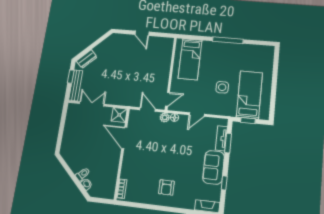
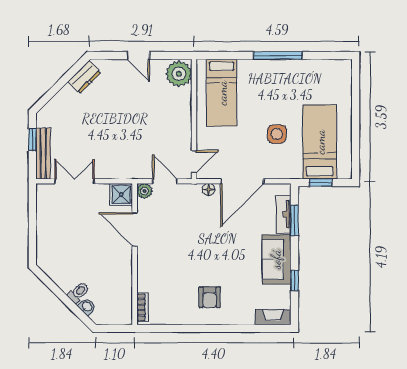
plant: (165, 46) -> (179, 74), added
dresser: (87, 59) -> (84, 77), moved
door: (197, 114) -> (242, 181), width x1.88
plant: (165, 117) -> (144, 191), moved

